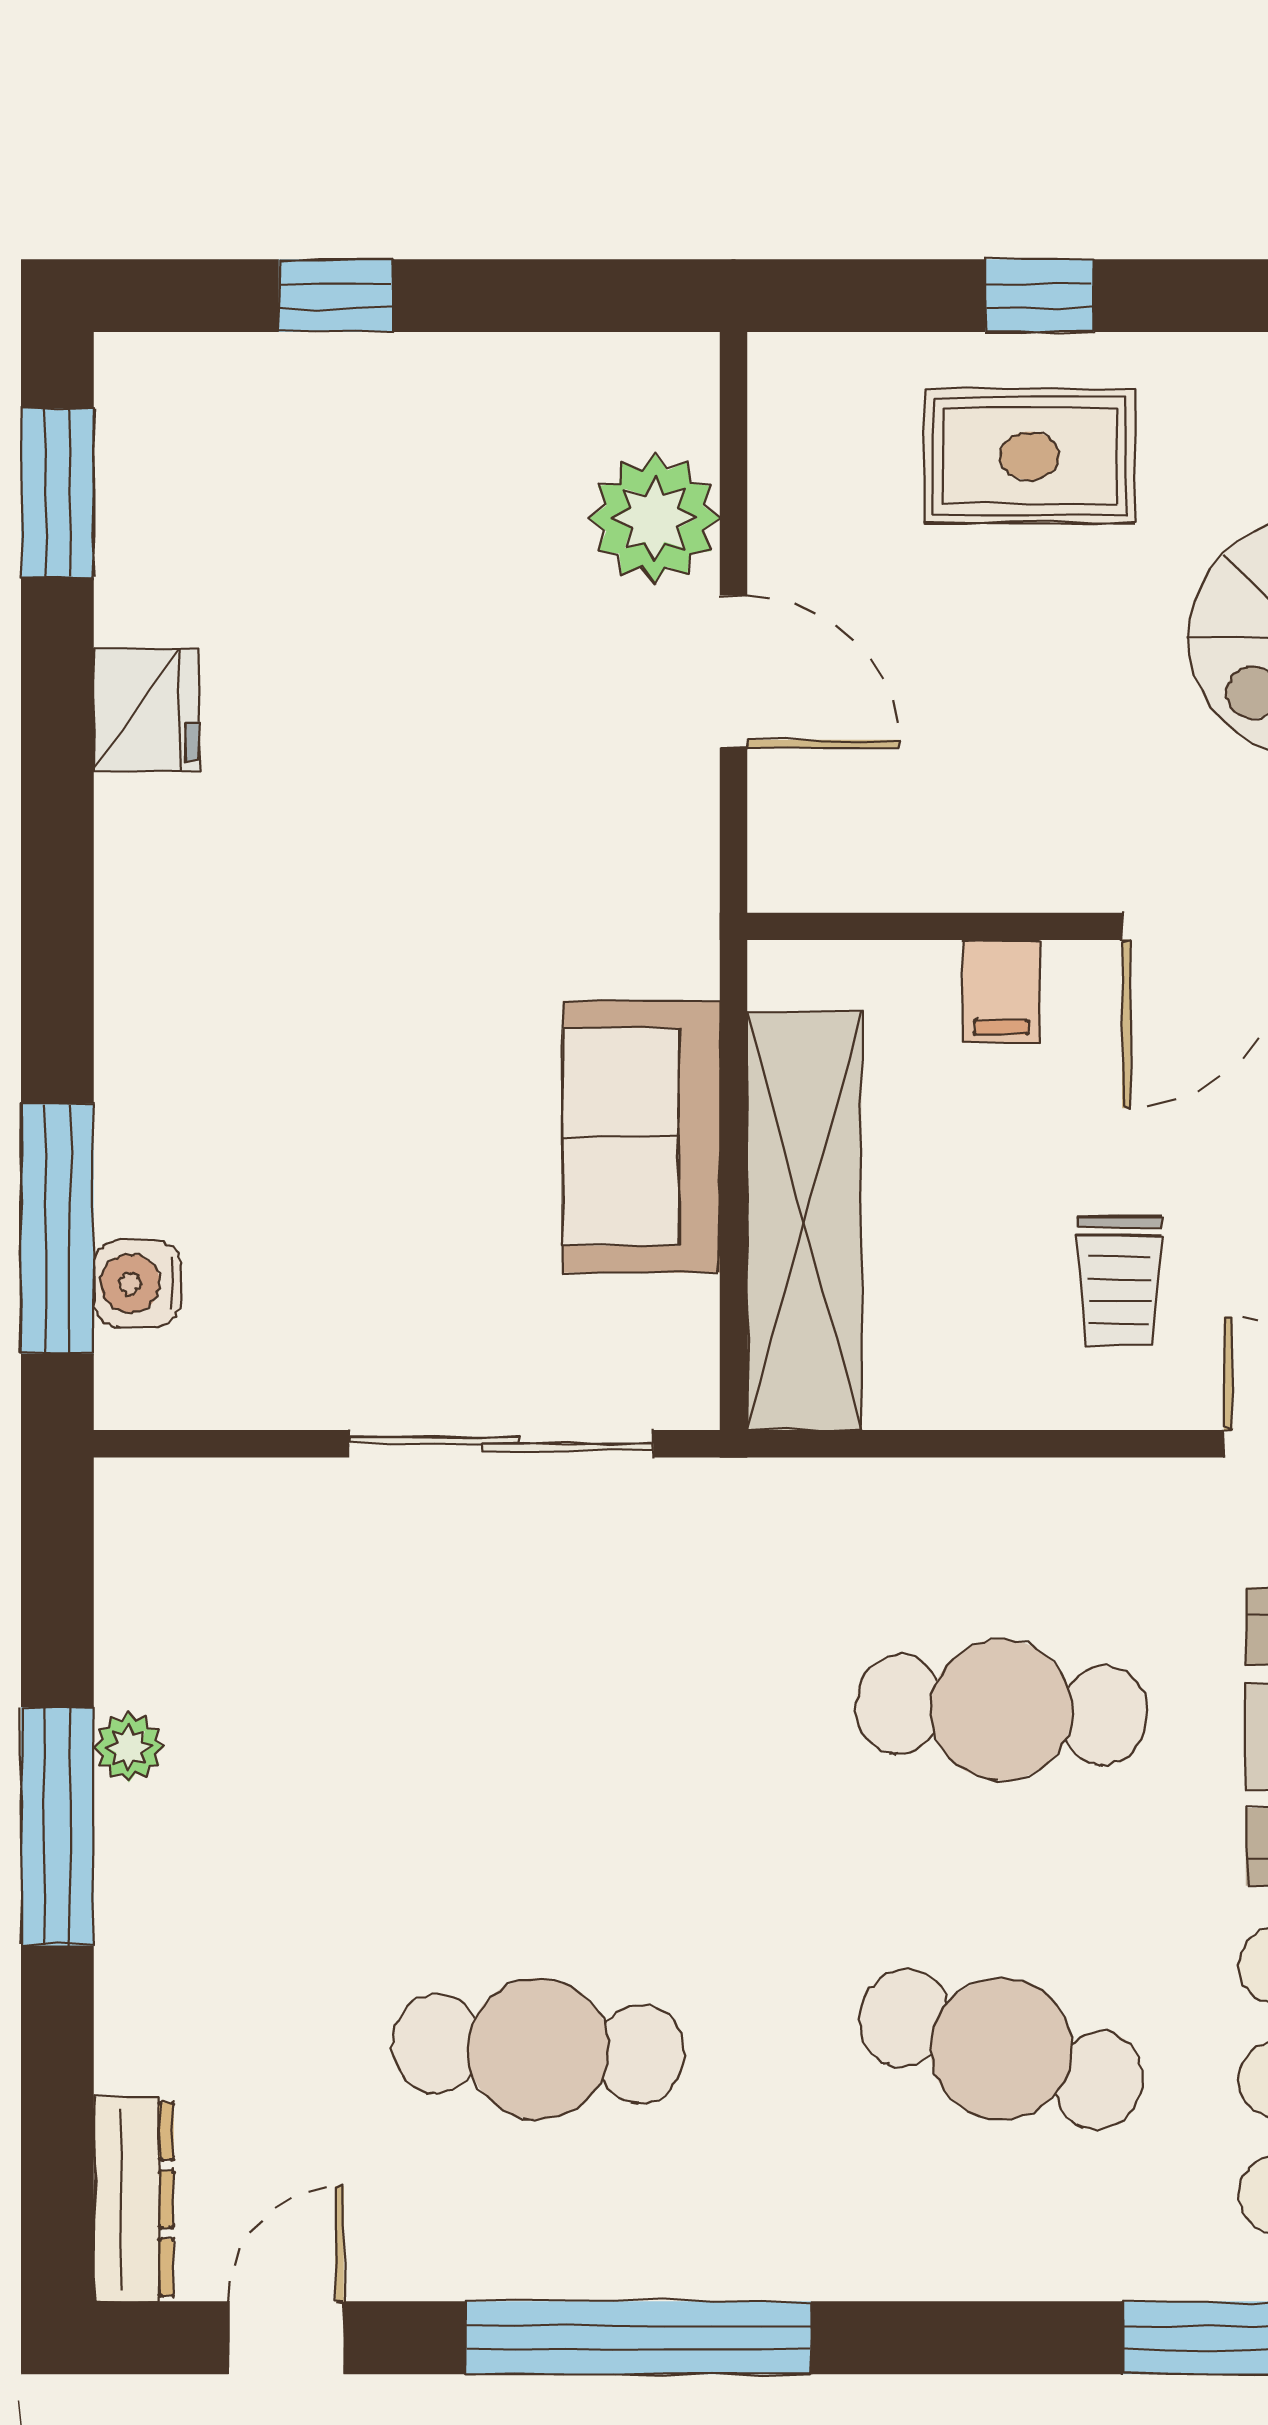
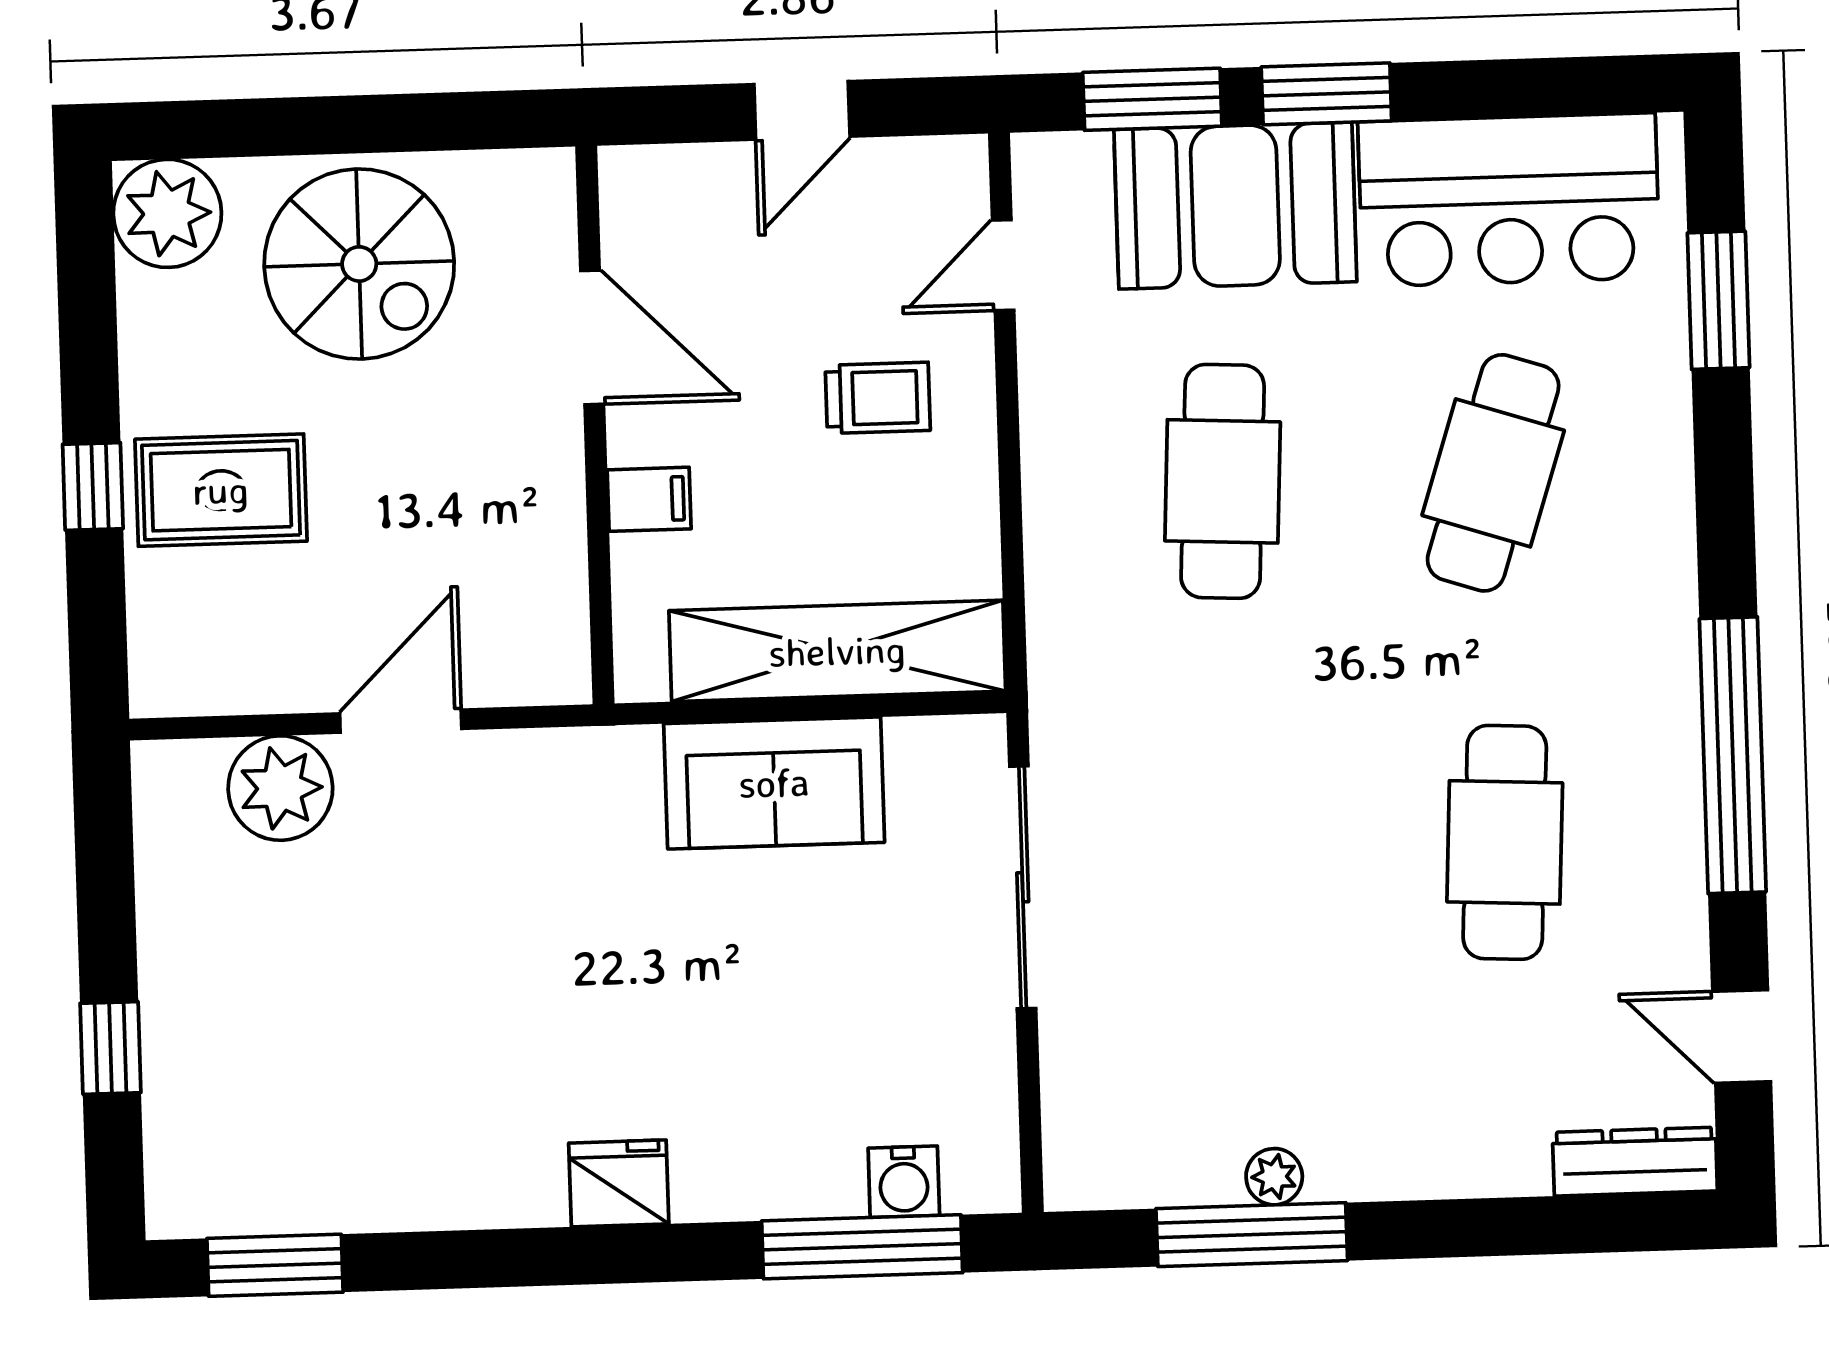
rug: (1030, 456) -> (221, 490), turned 90
fridge: (146, 710) -> (619, 1183), moved
window: (57, 1826) -> (1252, 1235), moved

